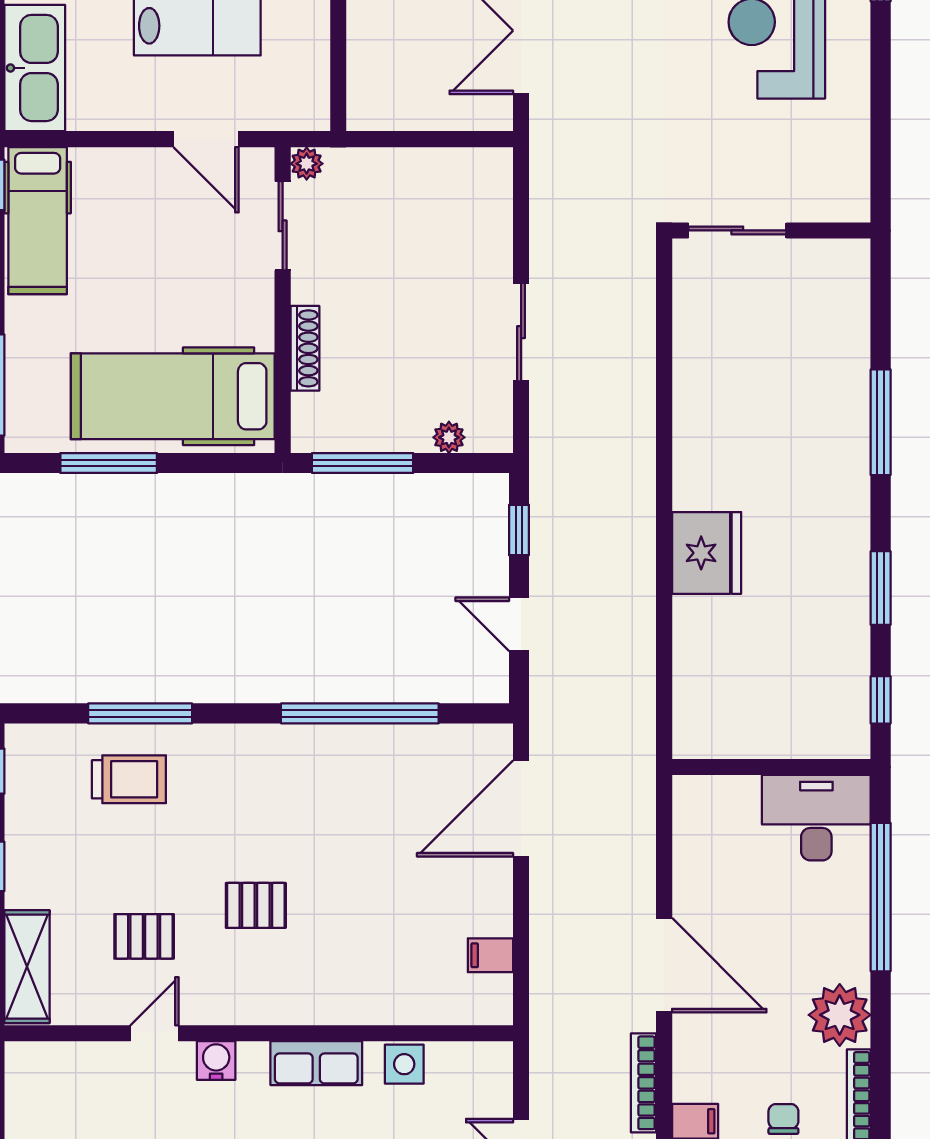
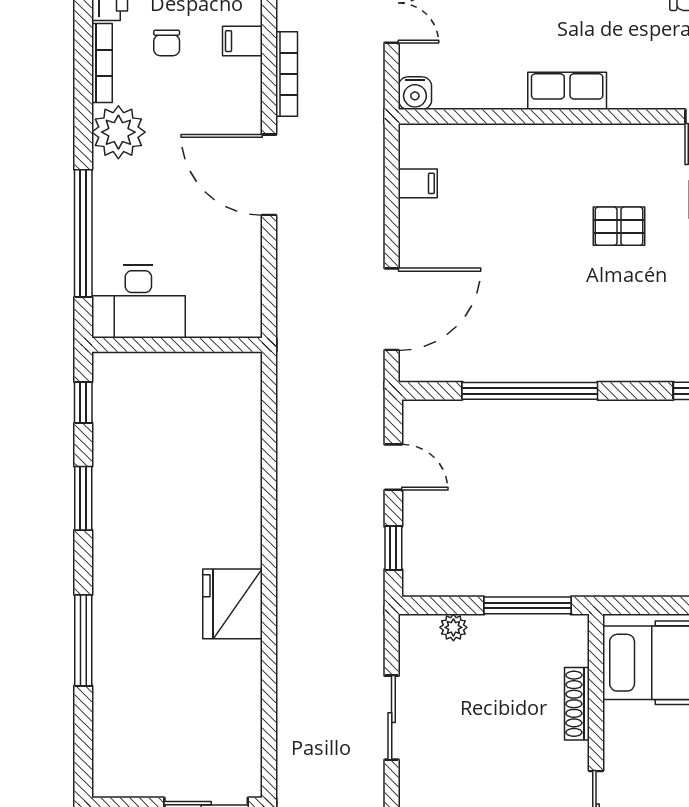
fridge: (707, 553) -> (232, 604), moved
water cooler: (216, 1060) -> (415, 93), moved
side table: (404, 1064) -> (492, 90), removed

